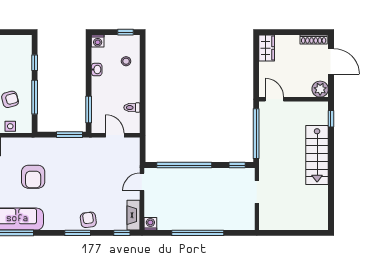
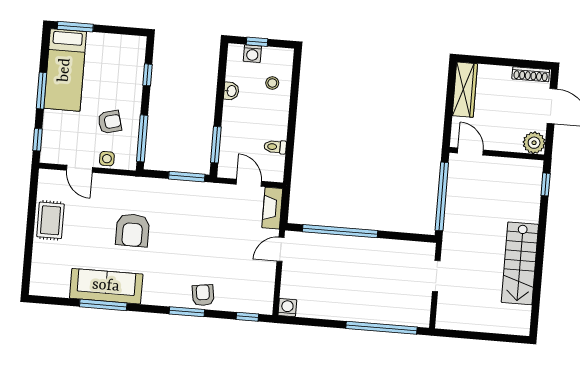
window: (125, 32) -> (257, 42), moved
washing machine: (98, 41) -> (252, 54), moved
wardrobe: (267, 48) -> (465, 90), width x1.50
window: (35, 97) -> (142, 138), moved
stairs: (317, 155) -> (520, 263), moved
window: (237, 165) -> (412, 237), removed
fireplace: (134, 215) -> (272, 208), moved
window: (198, 233) -> (381, 328), moved

